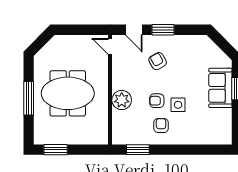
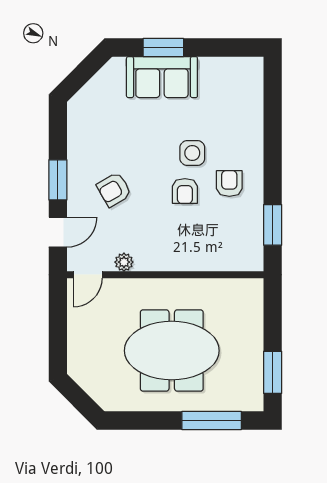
meeting table: (68, 93) -> (172, 351), turned 90
window: (29, 98) -> (212, 421), moved
plant: (122, 100) -> (124, 262), moved, width x0.53, depth x0.53
armchair: (161, 125) -> (229, 183), turned 90

